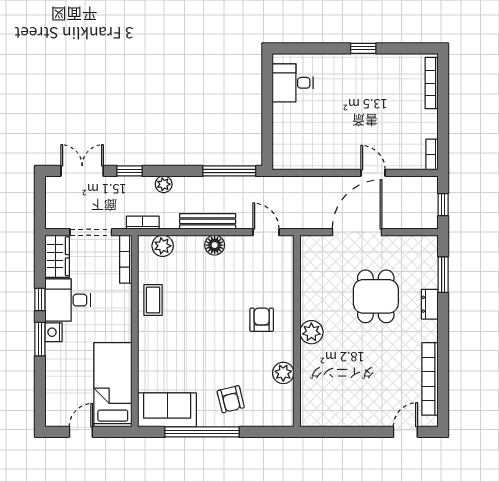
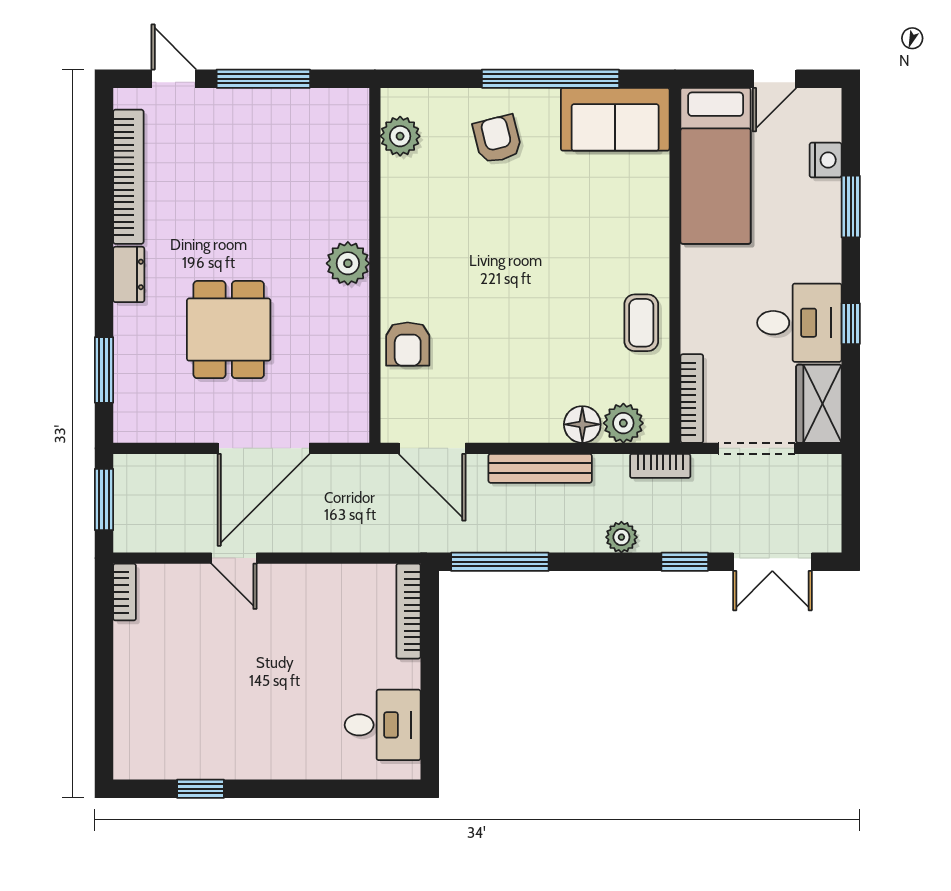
window: (363, 48) -> (200, 789), moved
bookcase: (432, 83) -> (408, 611), moved, turned 180
window: (443, 205) -> (104, 499), width x1.50
door: (266, 232) -> (432, 448), width x1.38
floor lamp: (215, 245) -> (582, 424), moved
dresser: (430, 304) -> (129, 274), moved
armchair: (262, 320) -> (408, 344), moved
nightstand: (53, 332) -> (826, 160), moved
window: (40, 339) -> (851, 207), moved
plant: (283, 373) -> (400, 136), moved
window: (357, 432) -> (263, 79), added
door: (405, 432) -> (174, 79), swing flipped

